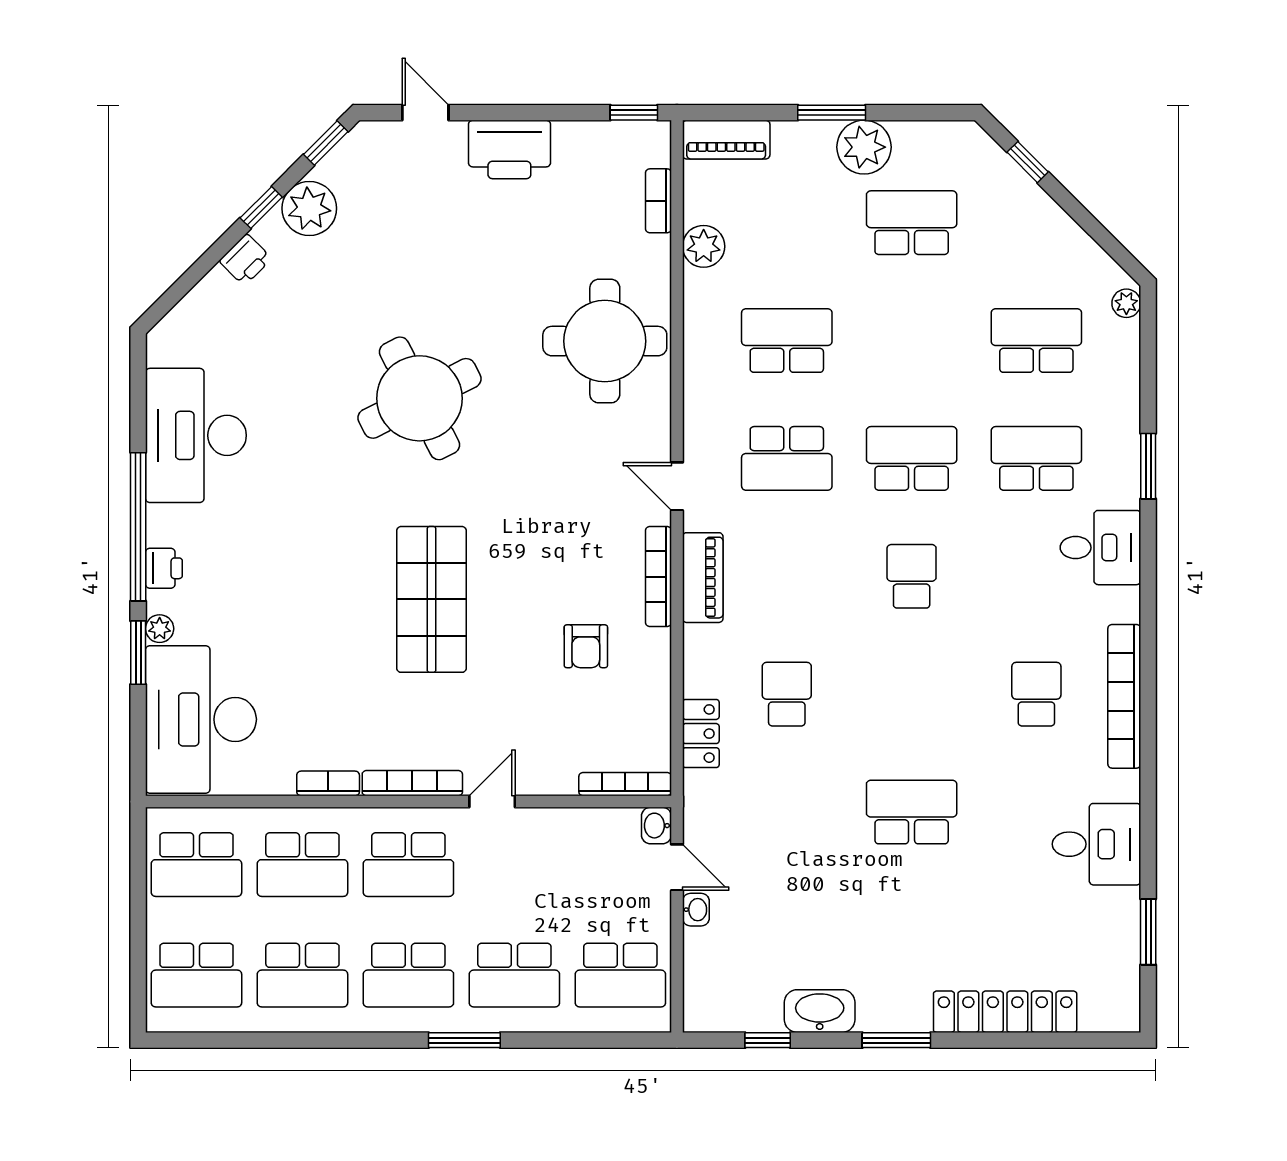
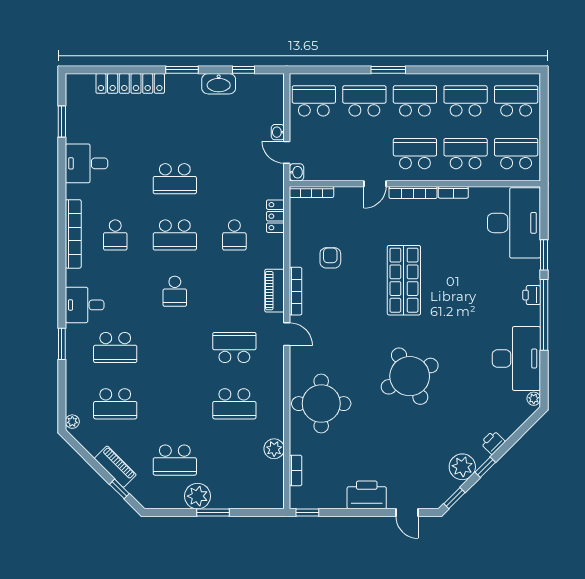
piano: (726, 140) -> (115, 467), moved, turned 45
school desk: (912, 458) -> (175, 235), moved
plant: (160, 629) -> (534, 399), moved

